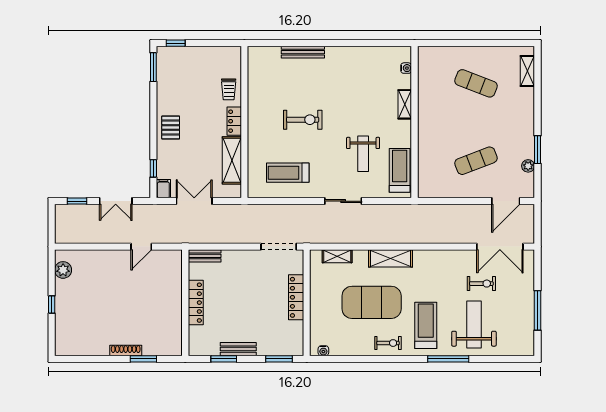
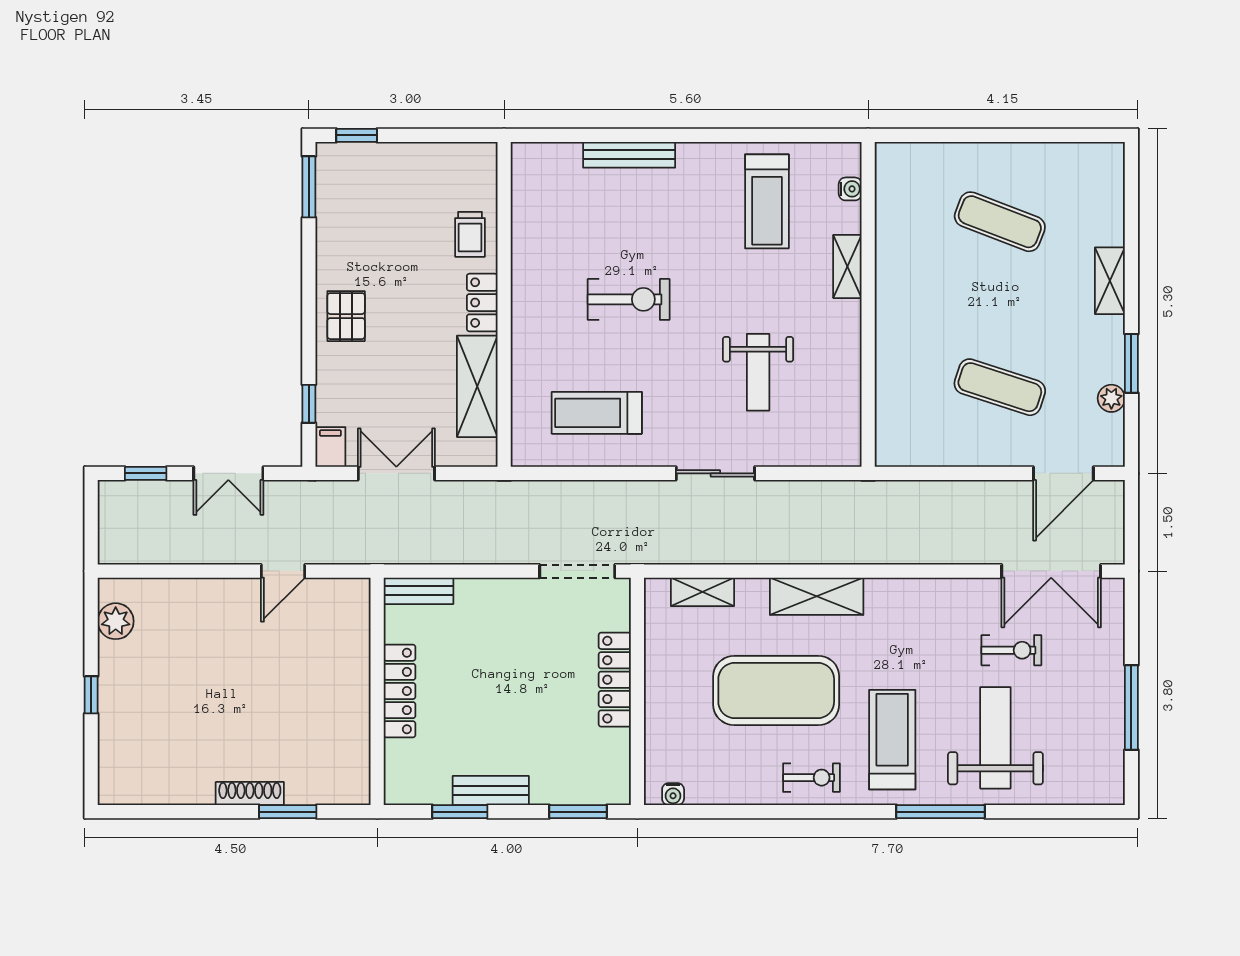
shelving: (527, 71) -> (1110, 281), moved
exercise mat: (476, 161) -> (1000, 387), turned 39
treadmill: (400, 170) -> (767, 201), moved, turned 180

